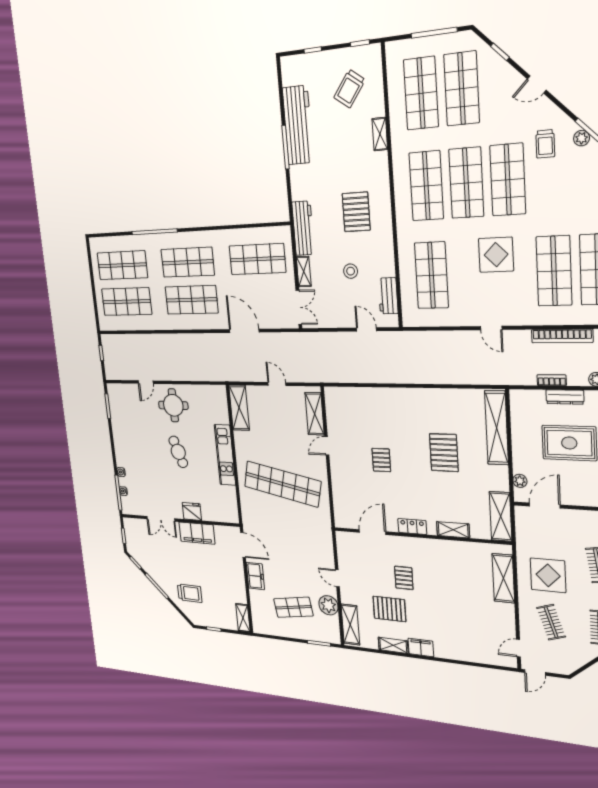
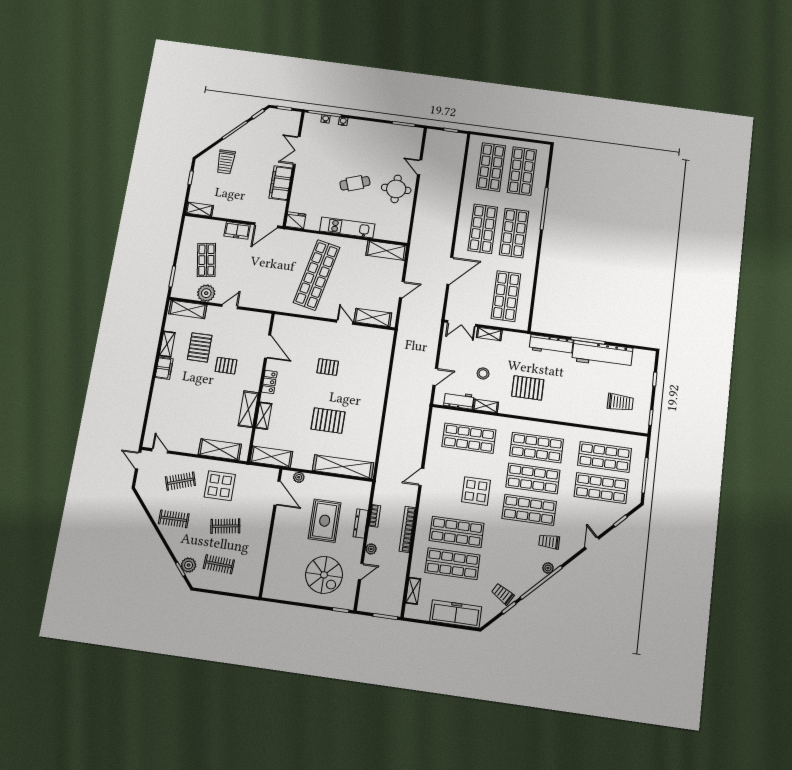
trolley: (350, 89) -> (620, 402), turned 144
shelving: (380, 134) -> (486, 406), moved
workbench: (303, 228) -> (551, 345), moved
fridge: (192, 511) -> (296, 220), moved, turned -90
shelving: (449, 548) -> (248, 409), added

